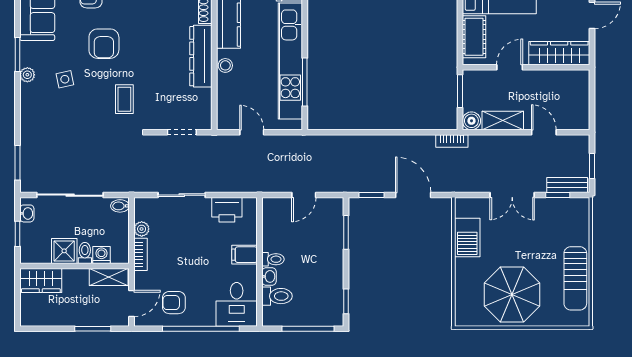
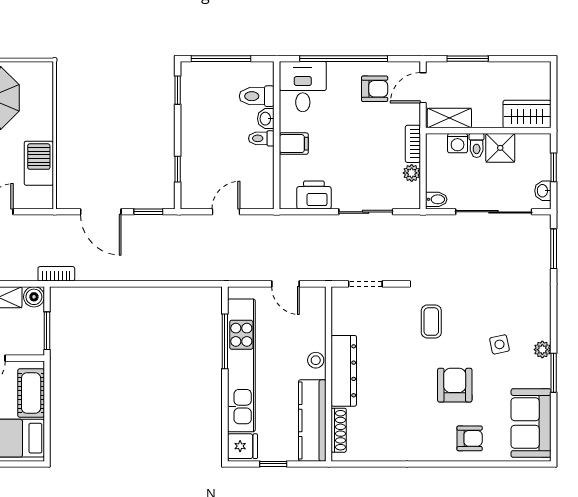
window: (346, 232) -> (178, 169), width x0.67

